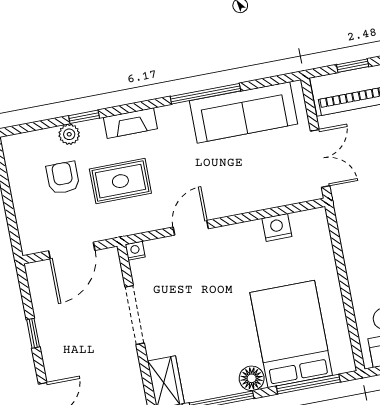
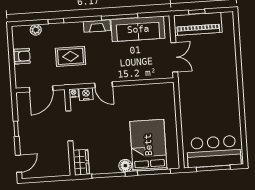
fireplace: (130, 123) -> (97, 26), moved
plant: (69, 134) -> (36, 30), moved
armchair: (63, 178) -> (22, 56), moved, turned 90
nightstand: (277, 227) -> (86, 94), moved
door: (191, 228) -> (104, 85), swing flipped

